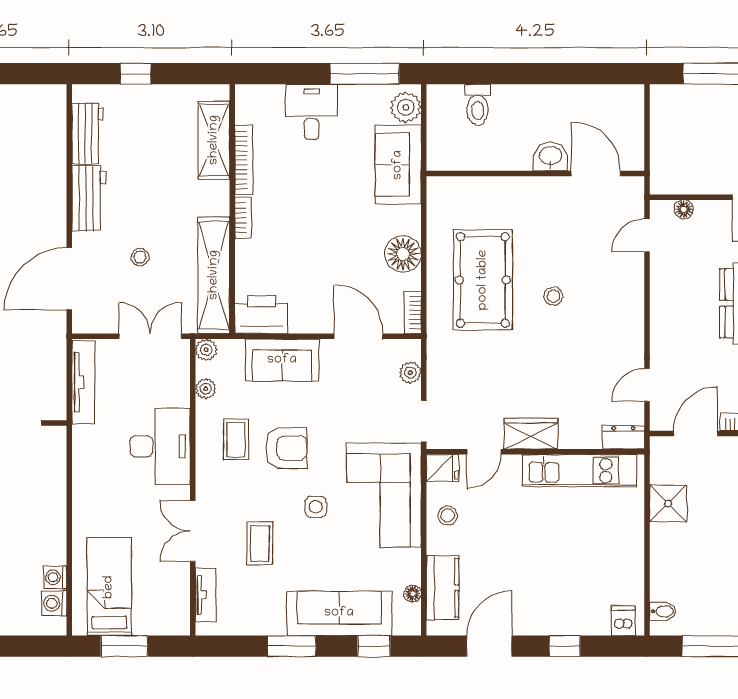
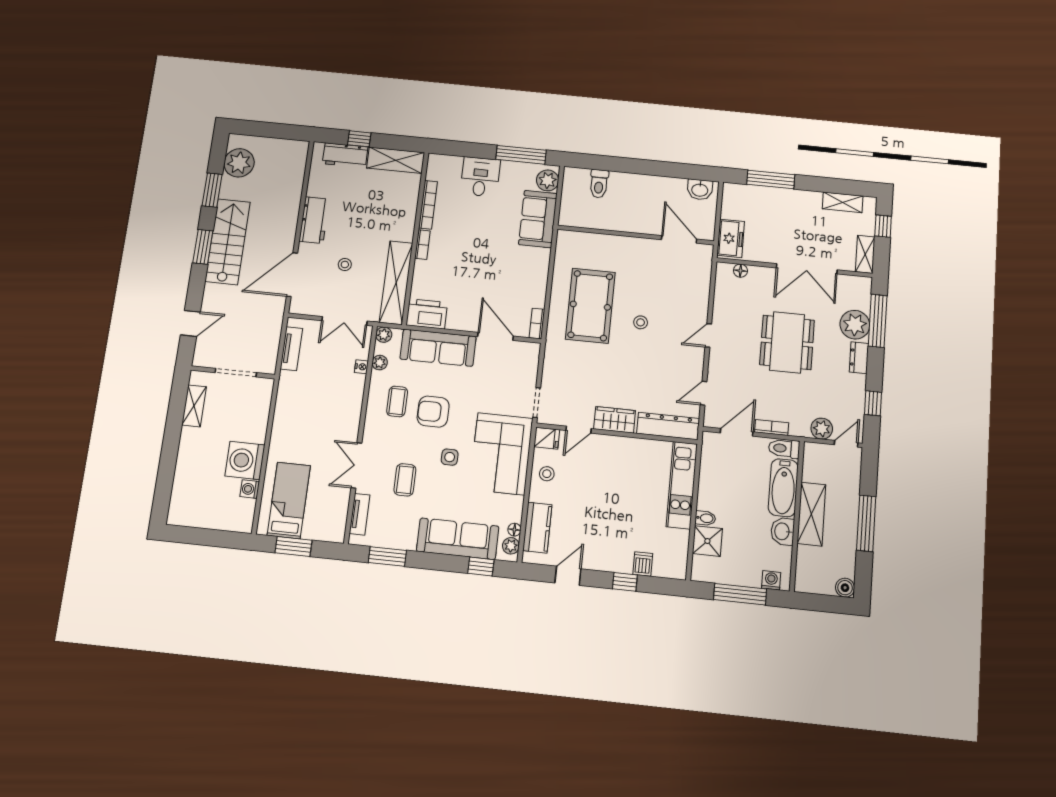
workbench: (88, 133) -> (345, 155), moved, turned 90
shelving: (214, 140) -> (396, 160), moved, turned 90
washbasin: (551, 156) -> (700, 190), moved, turned 180
freezer: (667, 165) -> (731, 238), added
door: (647, 235) -> (708, 335), moved
floor lamp: (403, 254) -> (534, 282), removed
double door: (150, 336) -> (344, 321), swing flipped
sofa: (282, 360) -> (438, 348), width x1.36
plant: (410, 373) -> (511, 546), moved
tv unit: (83, 382) -> (291, 349), width x0.71
nightstand: (182, 397) -> (361, 367), added
dresser: (623, 437) -> (668, 426), width x1.96, depth x1.24
desk: (160, 446) -> (341, 401), removed
armchair: (286, 448) -> (433, 412), turned 180
kitchen unit: (579, 471) -> (682, 485), moved, turned 90
shower: (668, 504) -> (707, 541), moved
washing machine: (54, 603) -> (245, 460), moved, width x1.89, depth x1.89
bidet: (663, 611) -> (705, 518), moved
dishwasher: (623, 621) -> (643, 564), moved
window: (292, 646) -> (387, 556), moved
door: (489, 646) -> (568, 576), width x0.73

